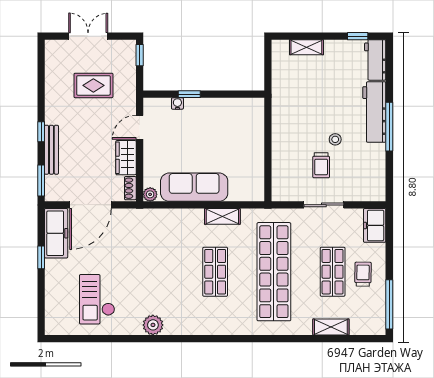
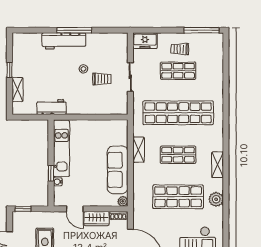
window: (358, 36) -> (9, 70), moved
workbench: (375, 60) -> (51, 107), moved, turned 180
kitchen unit: (224, 109) -> (61, 148), added
shop shelf: (156, 272) -> (178, 197), added
shelving: (331, 327) -> (218, 165), moved

